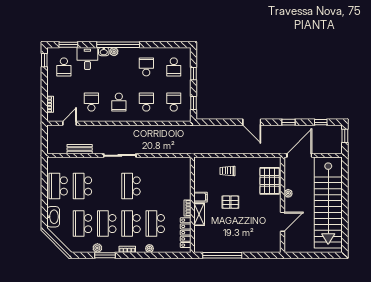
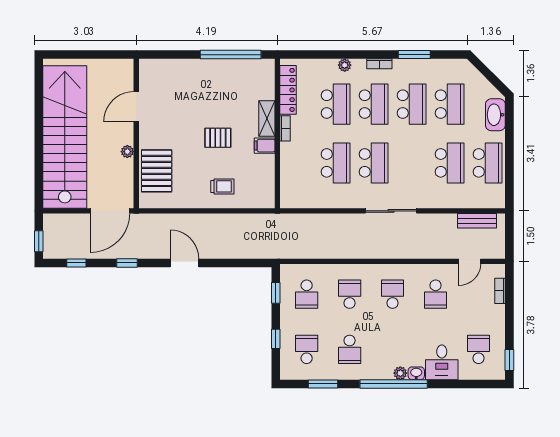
window: (68, 45) -> (323, 384), moved
school desk: (146, 102) -> (350, 294), turned 180
bench: (80, 149) -> (477, 221), moved
school desk: (155, 186) -> (336, 163), added
plant: (97, 248) -> (426, 66), removed

